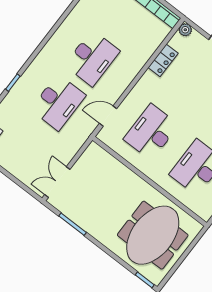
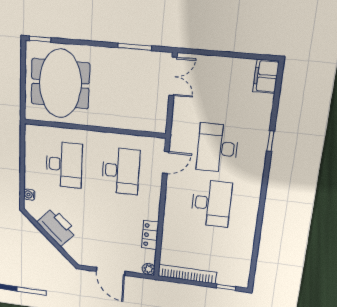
desk: (92, 58) -> (211, 203), turned 180

